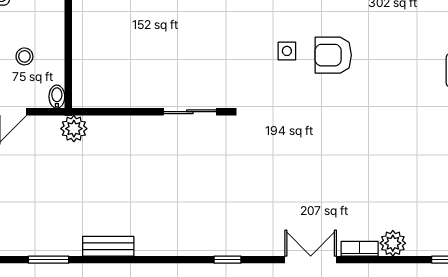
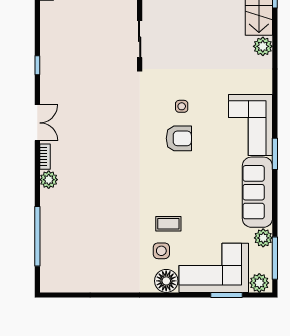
armchair: (333, 55) -> (179, 138), turned 90

